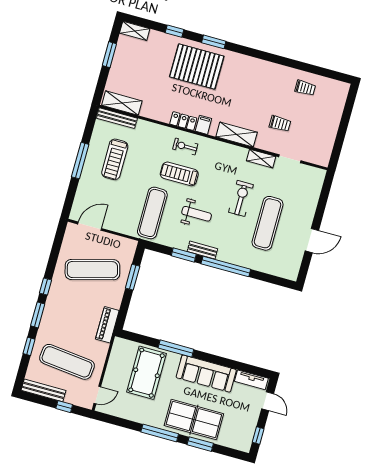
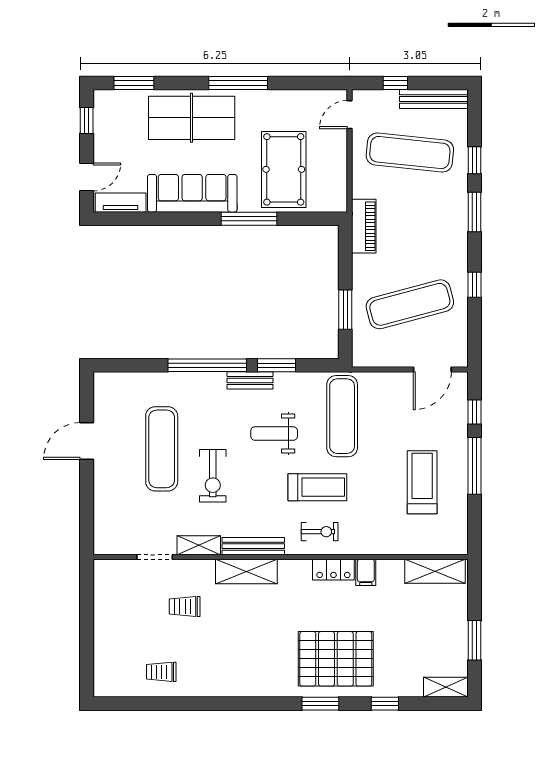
bench: (117, 118) -> (253, 546), moved
filing cabinet: (203, 125) -> (366, 572), moved
window: (71, 193) -> (475, 412), added
window: (45, 287) -> (475, 285), moved
door: (268, 401) -> (87, 177), swing flipped
window: (200, 444) -> (134, 83), moved

